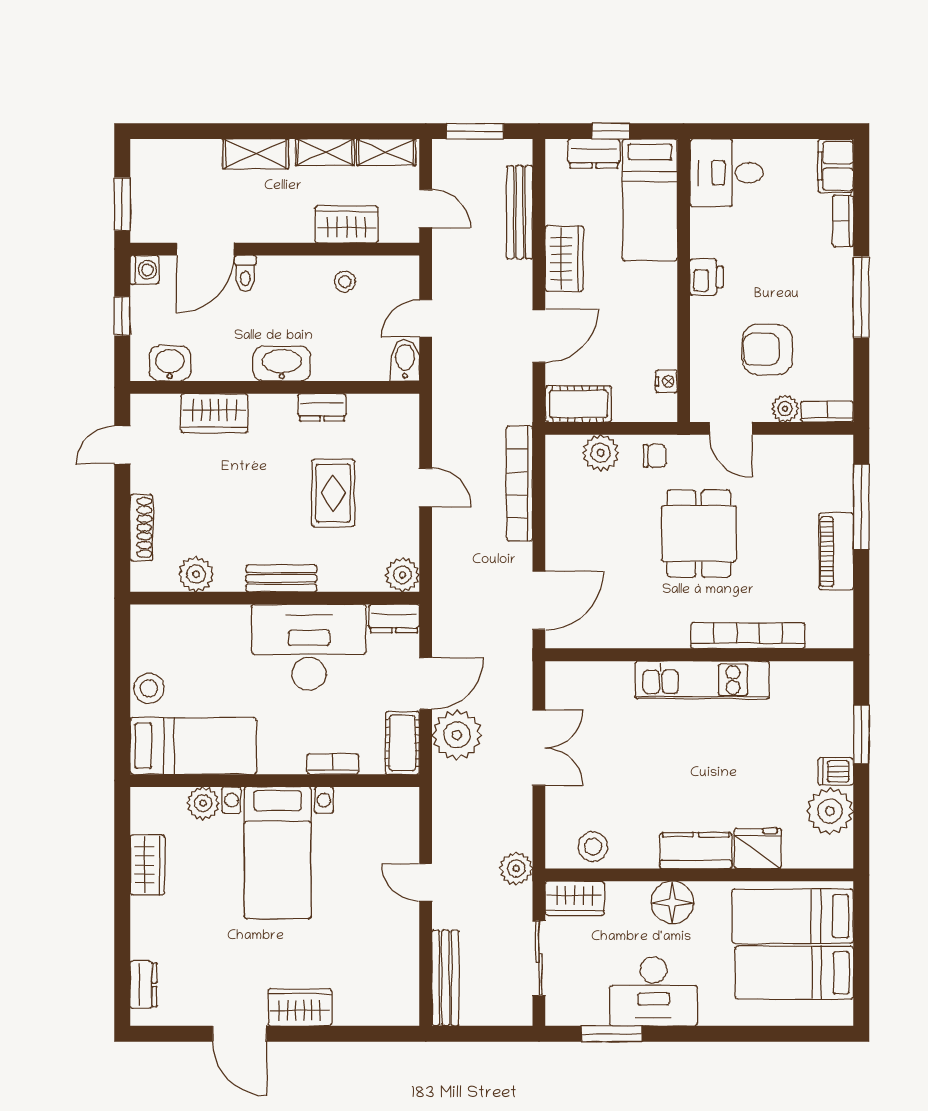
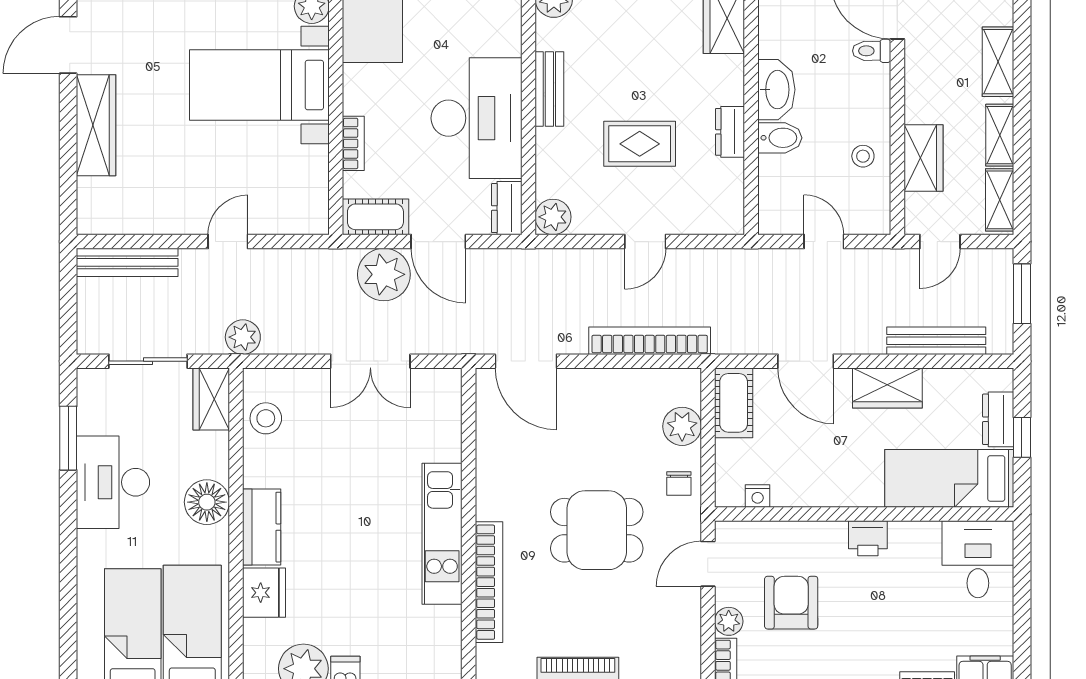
bidet: (405, 360) -> (780, 138), moved
wardrobe: (300, 1007) -> (96, 125), width x1.50

